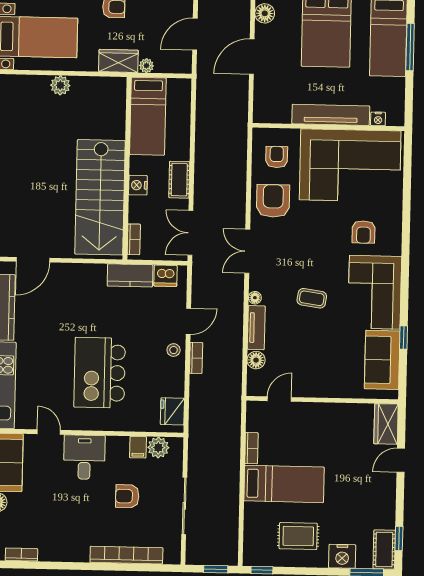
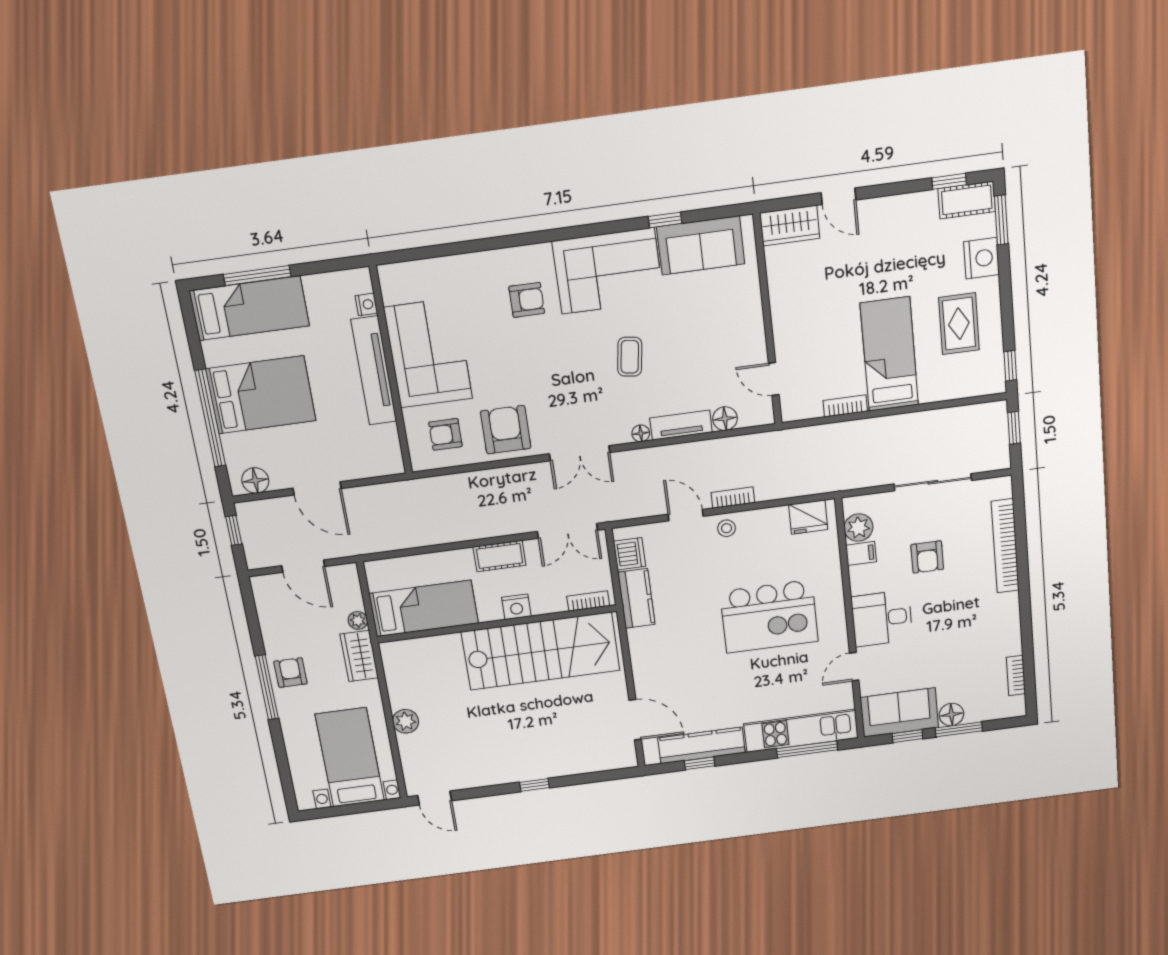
corner sofa: (350, 165) -> (428, 353), width x0.73, depth x0.74
armchair: (273, 201) -> (506, 430), turned 90

